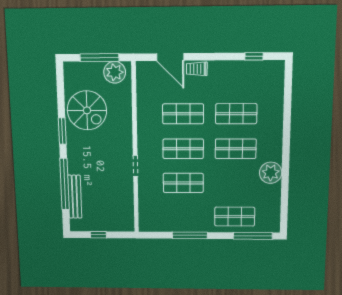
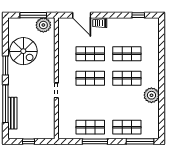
shop shelf: (183, 183) -> (90, 127), moved

